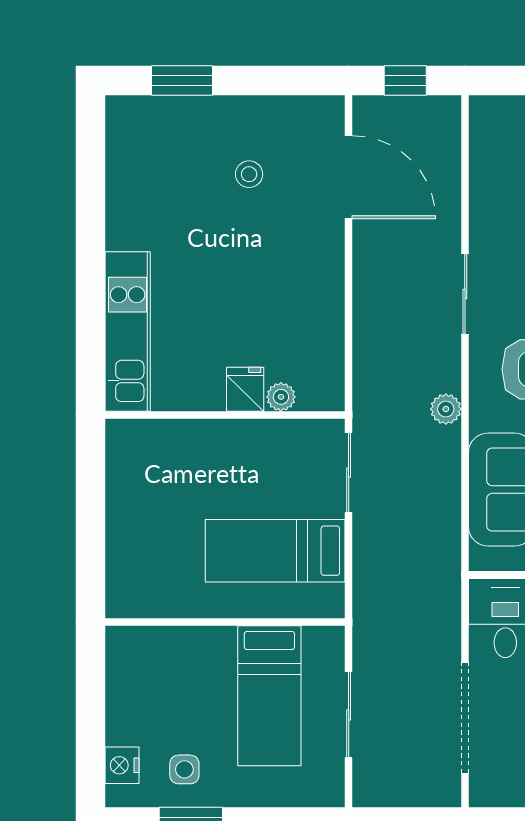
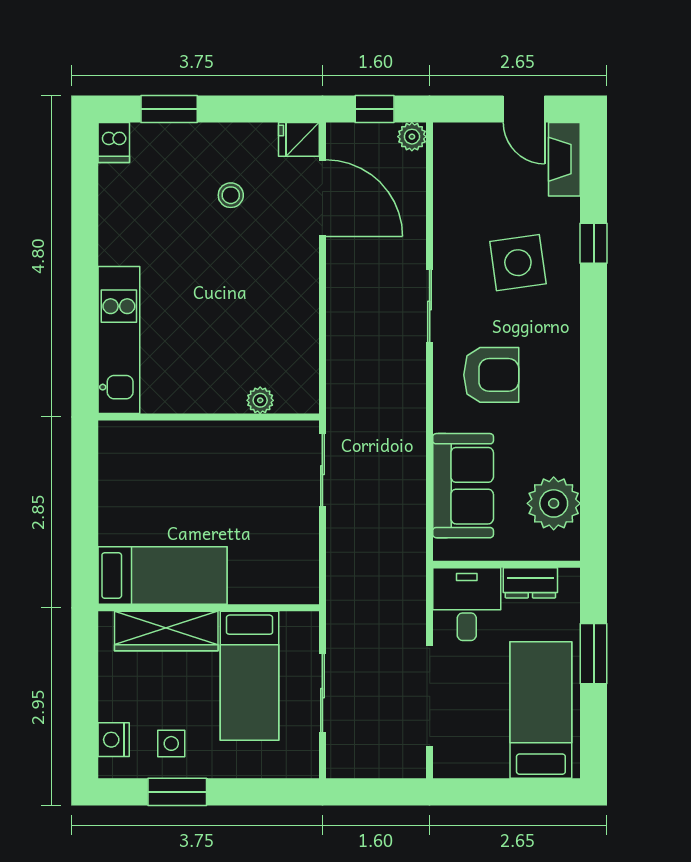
dishwasher: (122, 117) -> (114, 142), added
fridge: (245, 389) -> (299, 139), moved, turned -90
plant: (446, 409) -> (412, 137), moved
bed: (275, 551) -> (162, 575), moved, turned 180
wardrobe: (179, 647) -> (166, 631), added

